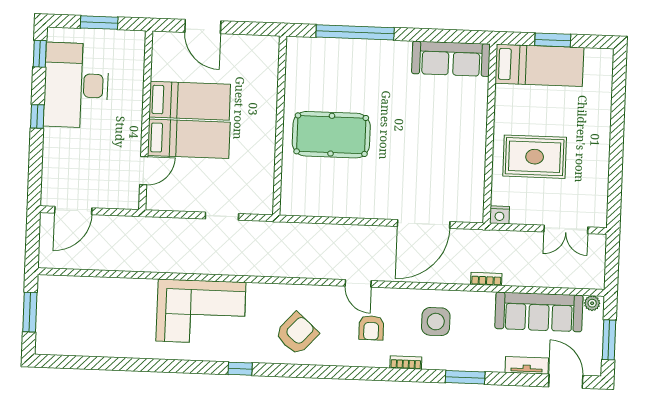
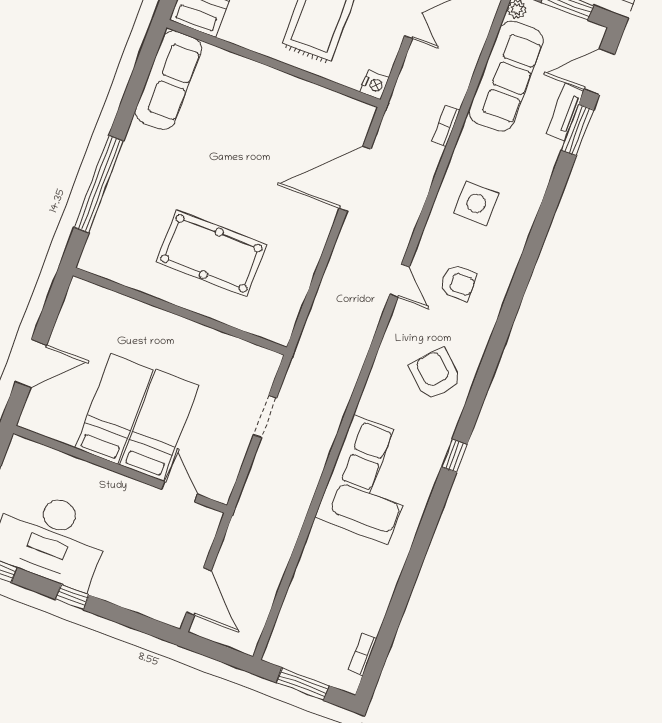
pool table: (331, 135) -> (211, 253), turned 90
door: (424, 224) -> (355, 179), swing flipped
door: (358, 283) -> (400, 281), hinge flipped
bookcase: (406, 363) -> (363, 654), moved
window: (465, 377) -> (577, 130), moved

